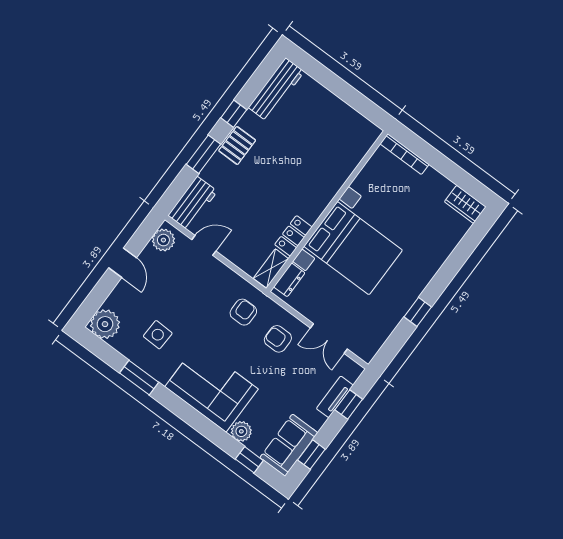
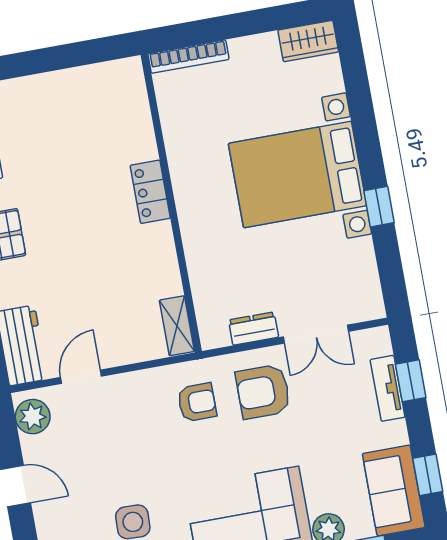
locker: (293, 236) -> (150, 192), moved
bed with nightstands: (353, 248) -> (297, 174), moved, turned 180
dresser: (289, 280) -> (253, 329), moved, turned -90
armchair: (243, 312) -> (197, 402), turned 90
armchair: (278, 339) -> (263, 392), width x1.38, depth x1.38

